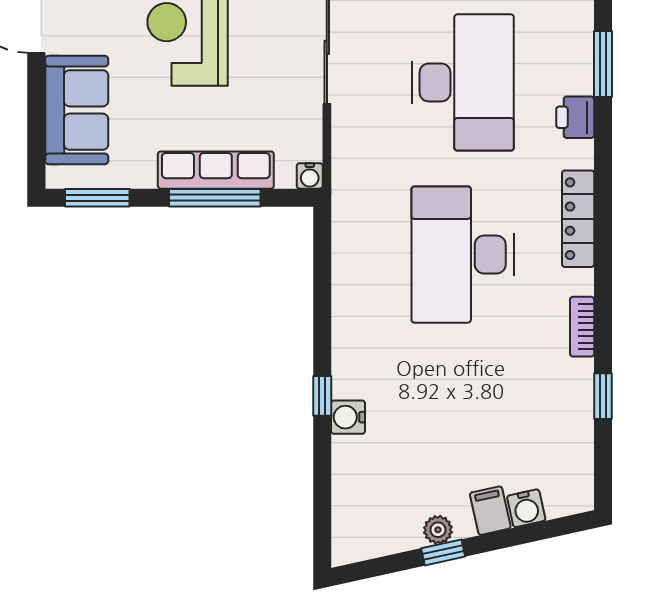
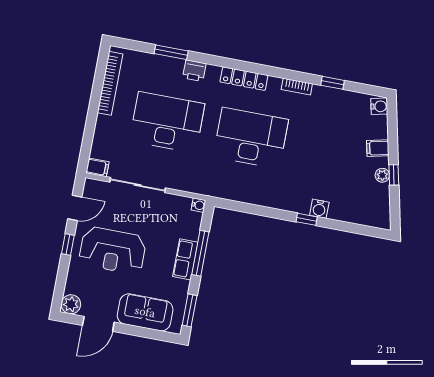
row of seats: (216, 170) -> (185, 259), width x0.68
desk: (463, 255) -> (251, 138), turned 180
water cooler: (526, 508) -> (379, 106), moved

